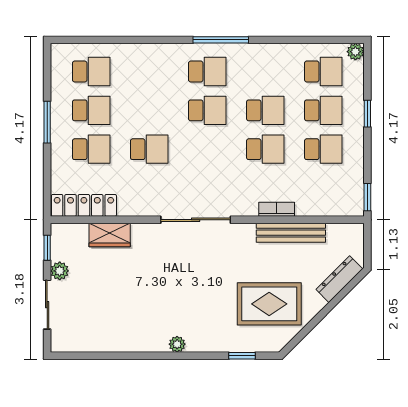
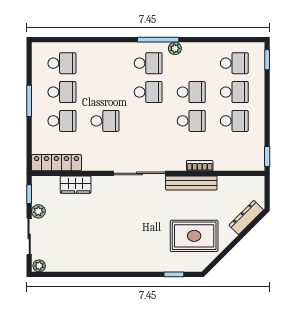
plant: (355, 52) -> (175, 48), moved
window: (367, 114) -> (267, 60), moved
bench: (291, 233) -> (191, 183), moved
plant: (177, 344) -> (39, 266), moved

